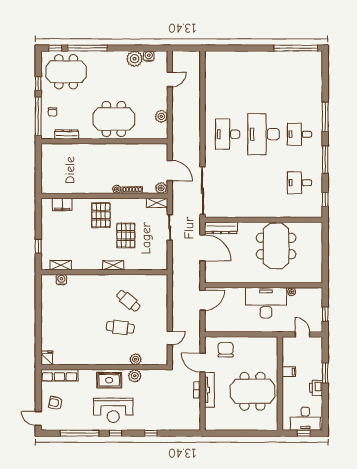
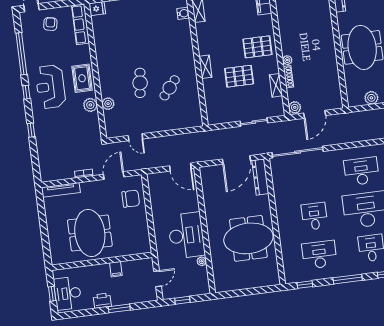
desk: (264, 183) -> (314, 216), added
desk: (299, 183) -> (319, 255), width x1.37
shelving: (157, 203) -> (276, 85), moved
tv unit: (209, 390) -> (61, 190), moved

